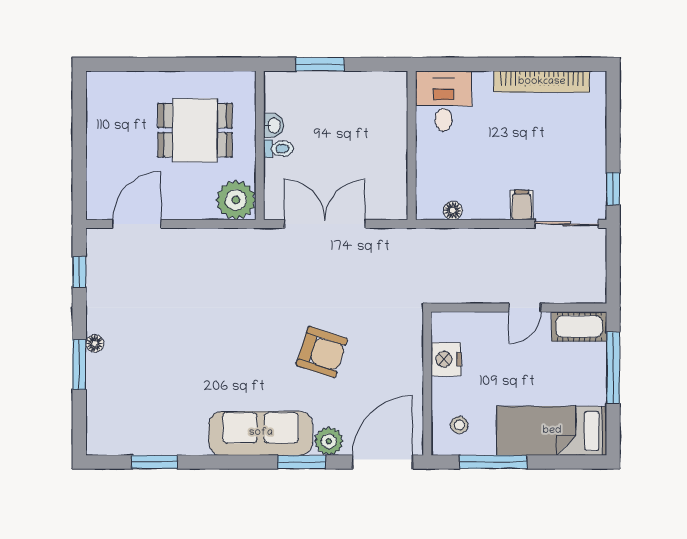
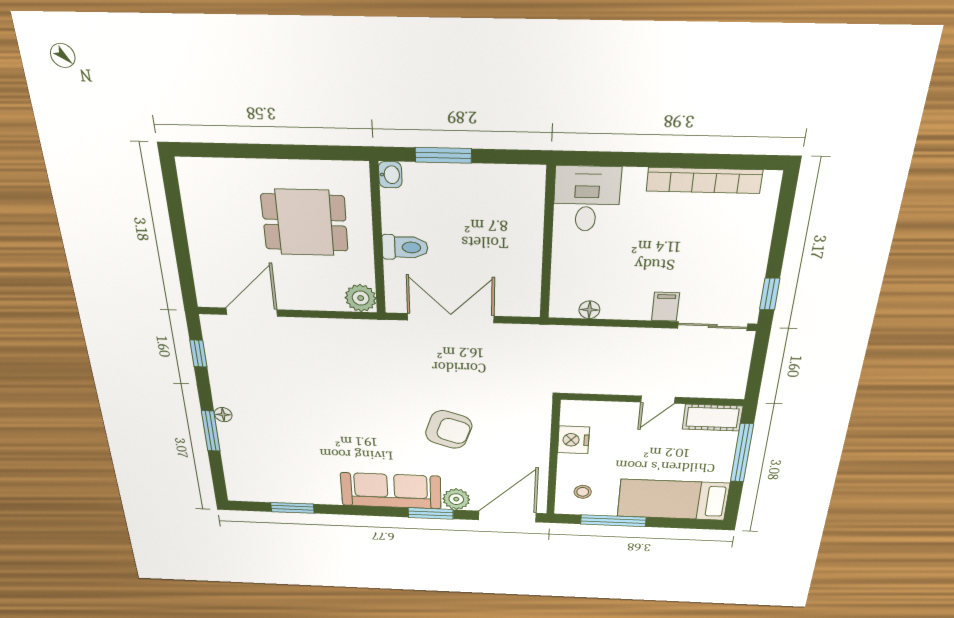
washbasin: (274, 125) -> (390, 175), moved
toilet: (279, 149) -> (405, 247), width x1.37, depth x1.39
plant: (236, 200) -> (361, 298), width x0.73, depth x0.73

